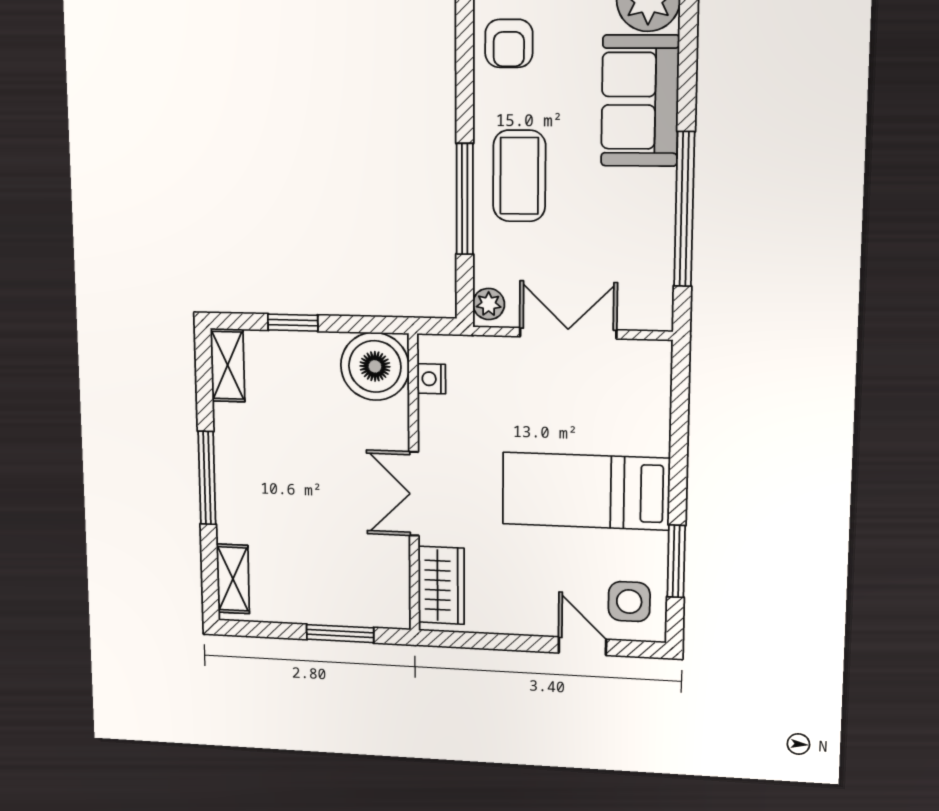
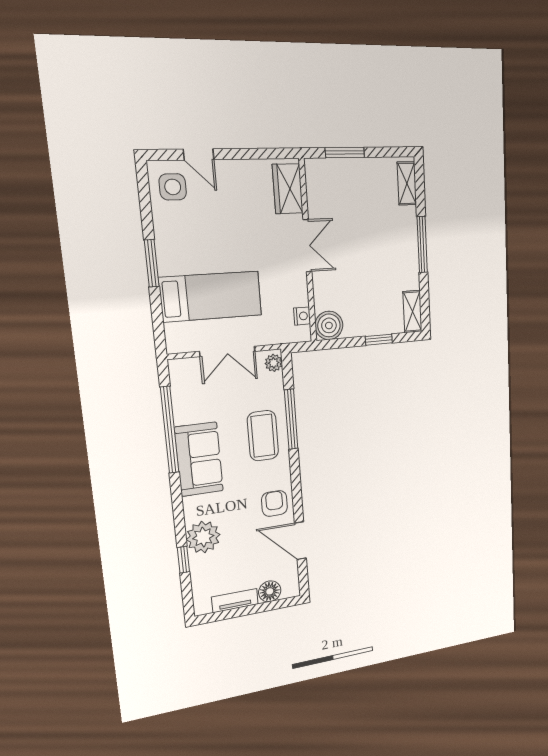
sofa: (640, 101) -> (199, 459), moved
boiler: (375, 366) -> (329, 325), width x0.73, depth x0.73
bed: (586, 491) -> (211, 296), moved
window: (676, 561) -> (152, 263), moved

